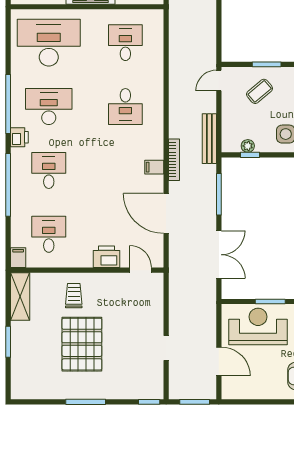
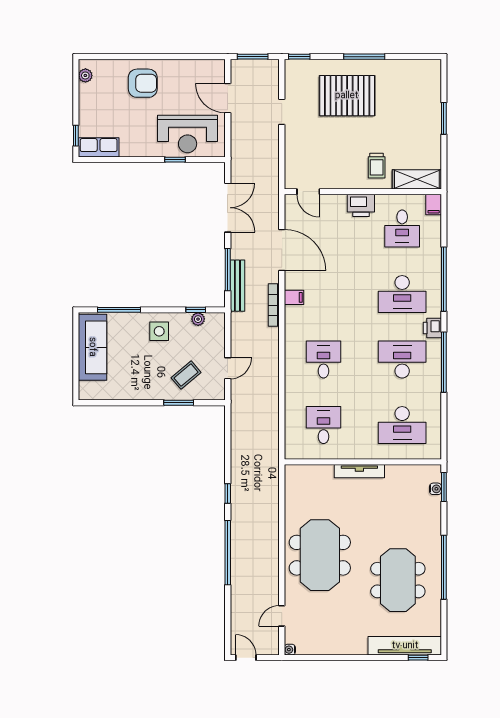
desk: (49, 43) -> (402, 425), width x0.73, depth x0.77
desk: (125, 43) -> (323, 425), turned 180
door: (219, 81) -> (228, 368), moved
desk: (49, 107) -> (402, 360), turned 180
bench: (209, 139) -> (237, 286), moved
desk: (49, 170) -> (402, 294), width x1.37
double door: (219, 255) -> (228, 208), swing flipped
printer: (107, 257) -> (361, 205), moved
shelving: (20, 296) -> (417, 179), moved, turned 90
window: (270, 301) -> (175, 160), width x0.67
pallet: (82, 344) -> (347, 96), moved, turned 90

